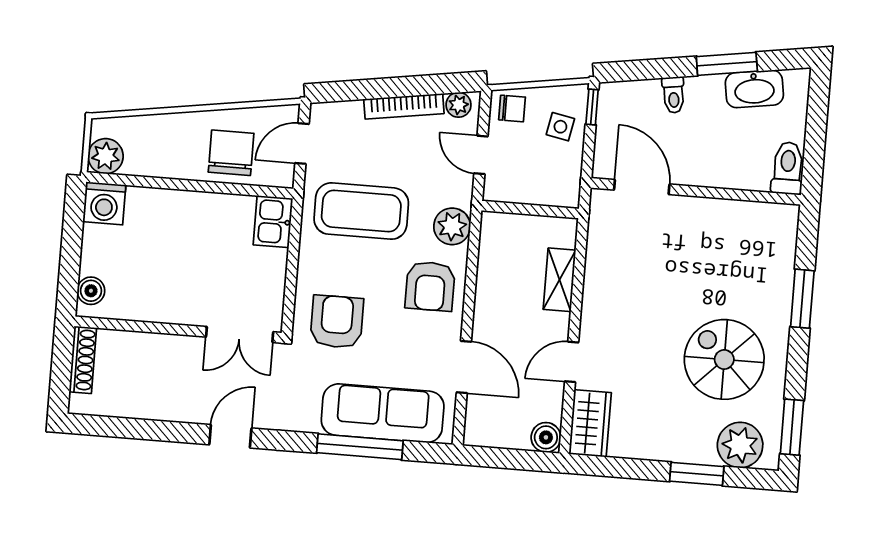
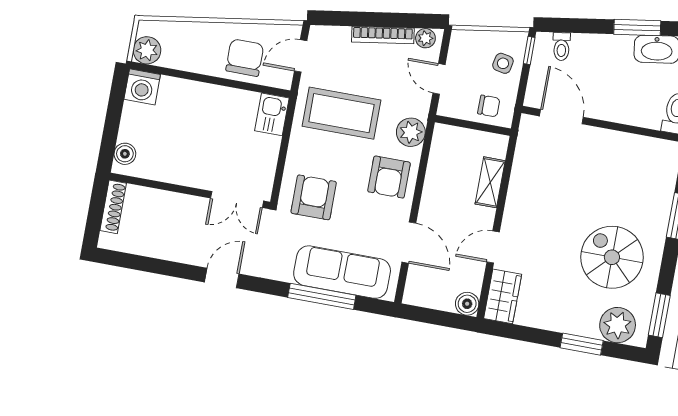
toilet: (674, 95) -> (561, 47), moved
chair: (512, 108) -> (489, 106), moved

